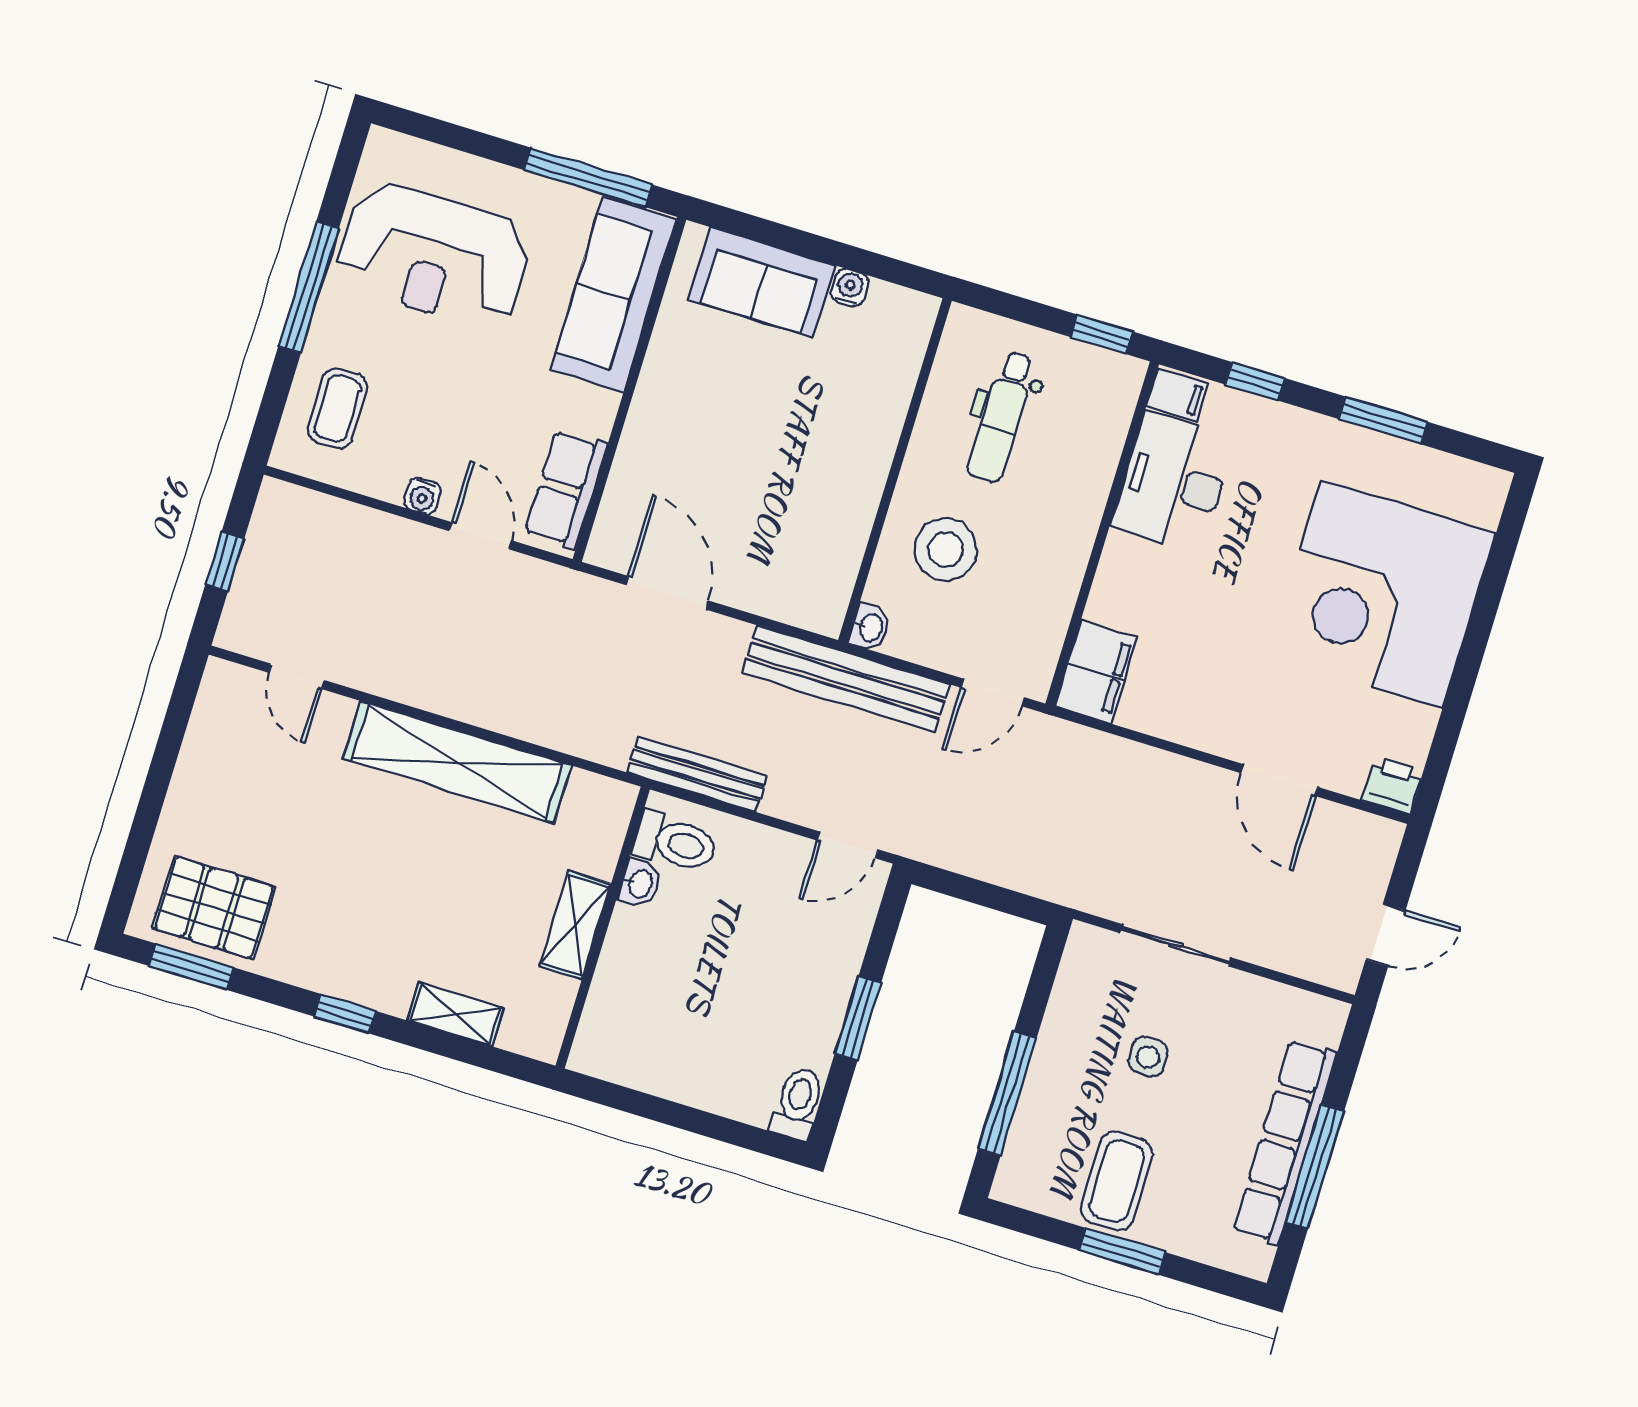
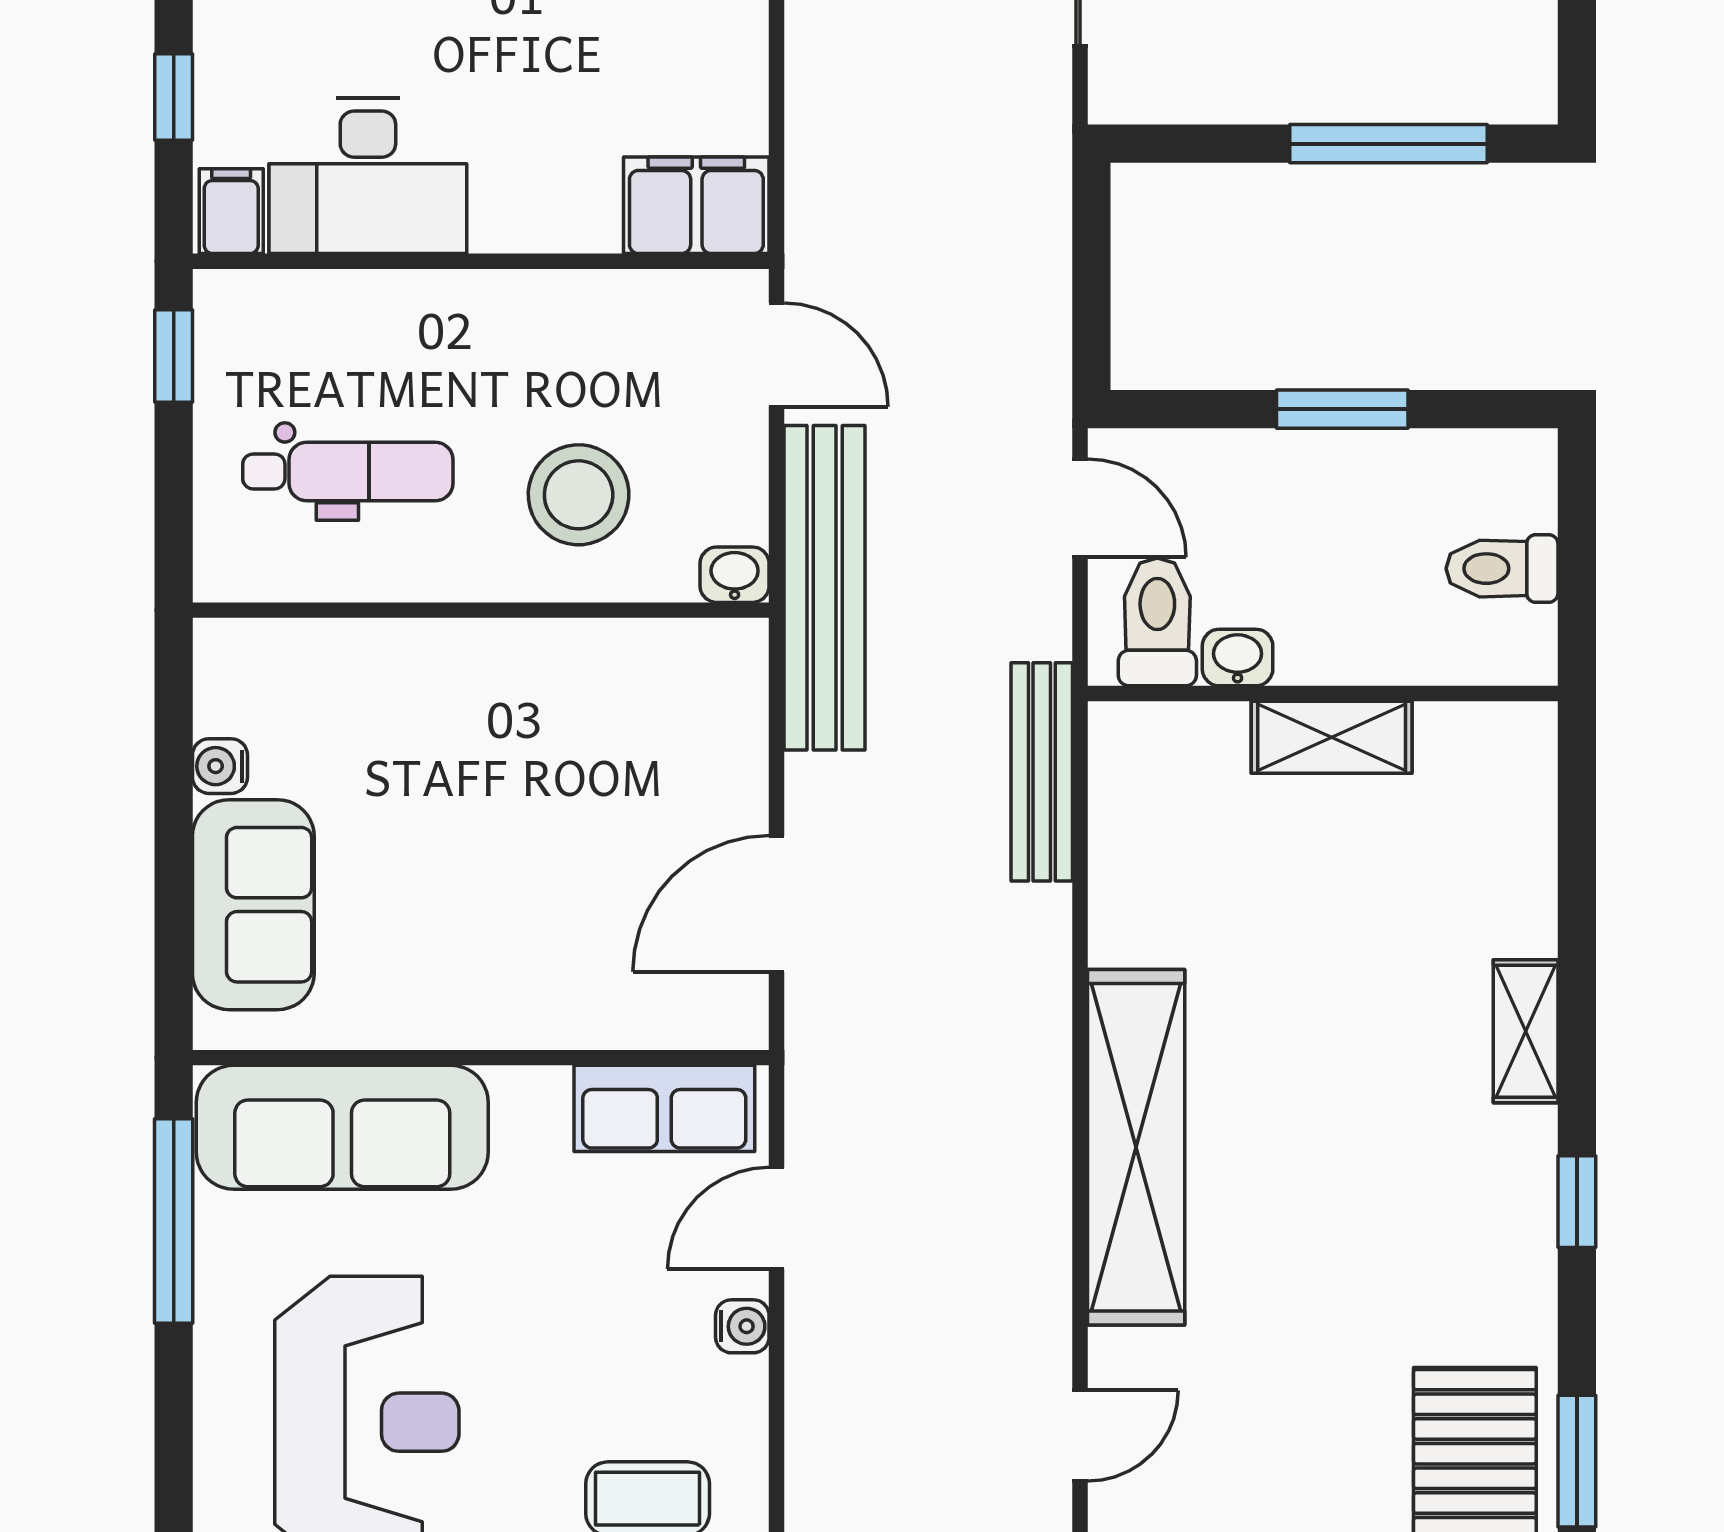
toilet: (675, 842) -> (1157, 622), moved
washbasin: (640, 884) -> (1238, 658), moved
shelving: (575, 925) -> (1332, 737), moved
wall: (603, 928) -> (1323, 694), moved
toilet: (798, 1104) -> (1502, 569), moved

